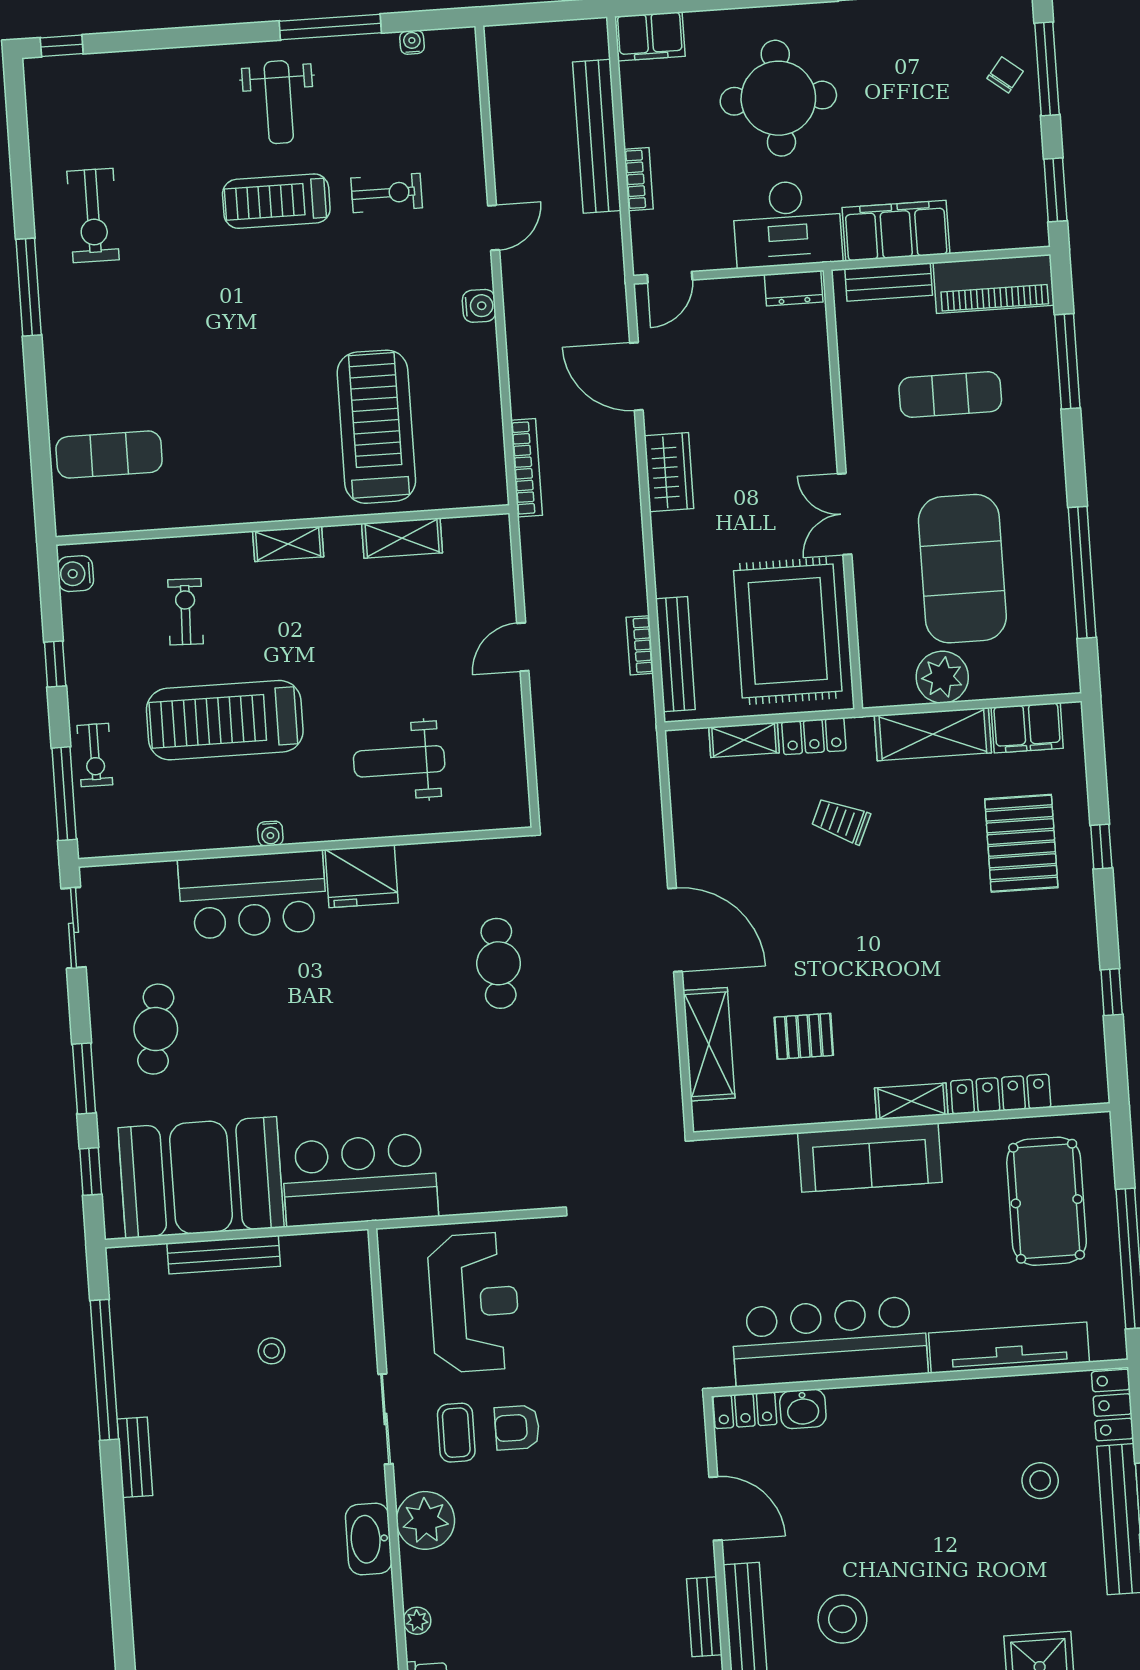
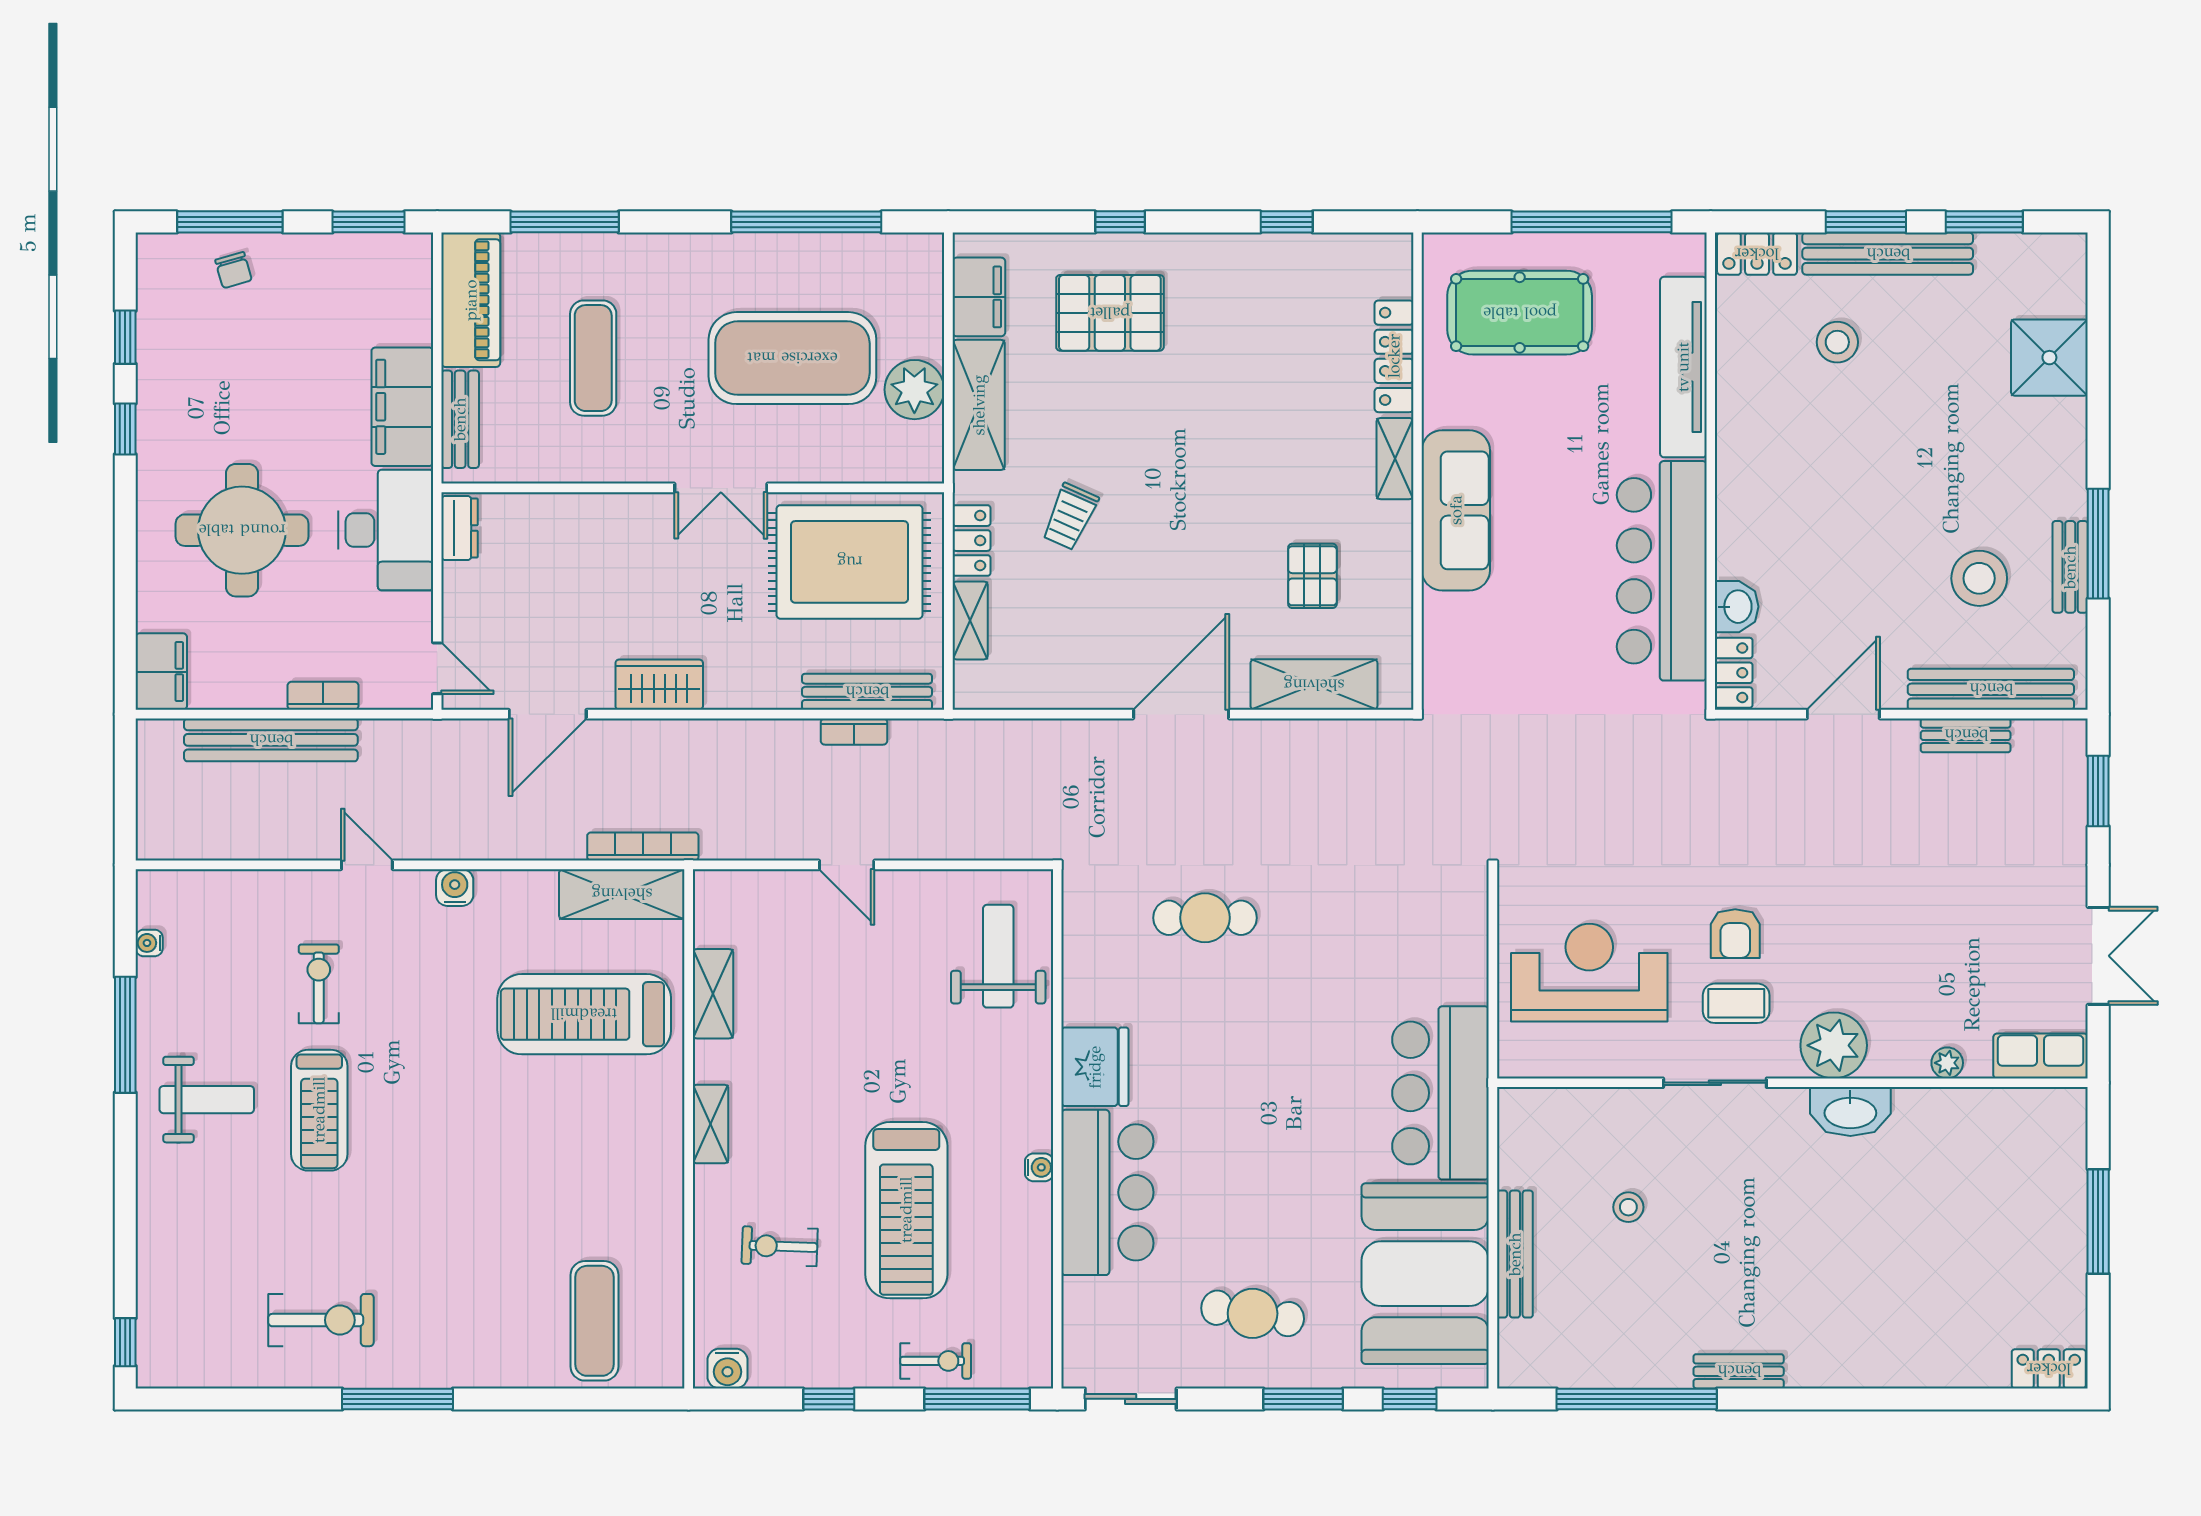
chair: (1005, 75) -> (233, 270), turned -144
shelving: (484, 452) -> (622, 894), added
weight bench: (399, 761) -> (998, 956), moved, turned 180

